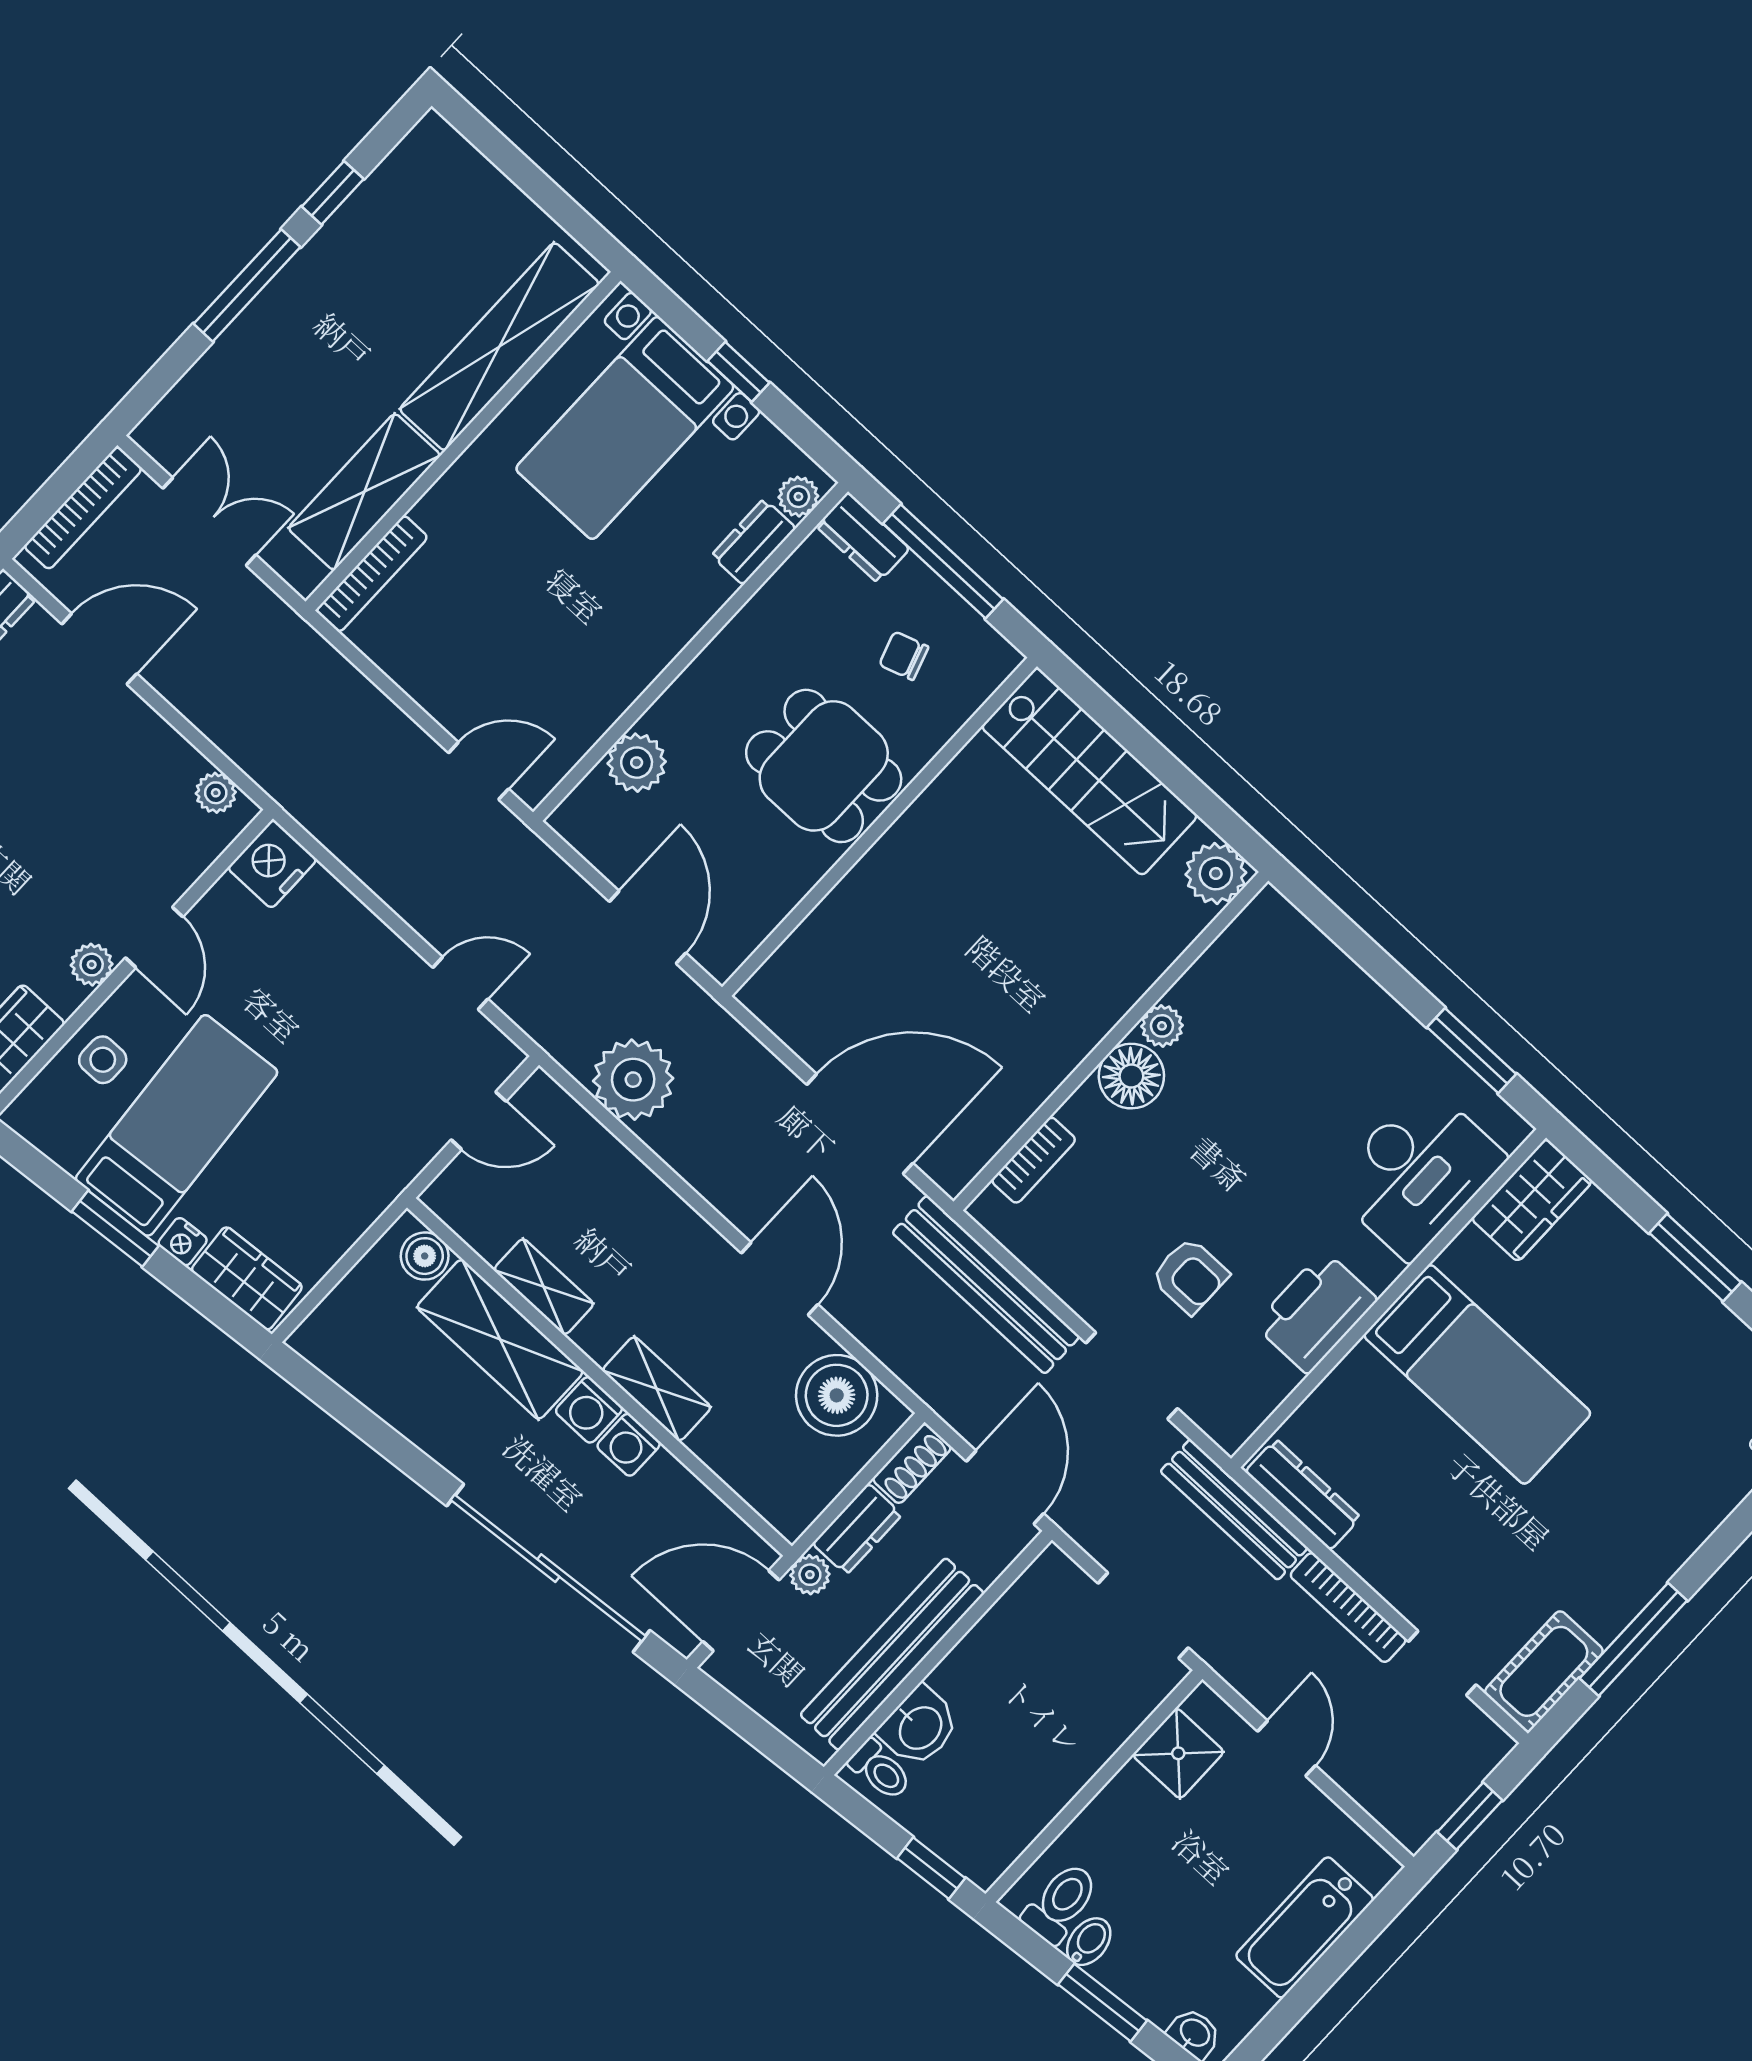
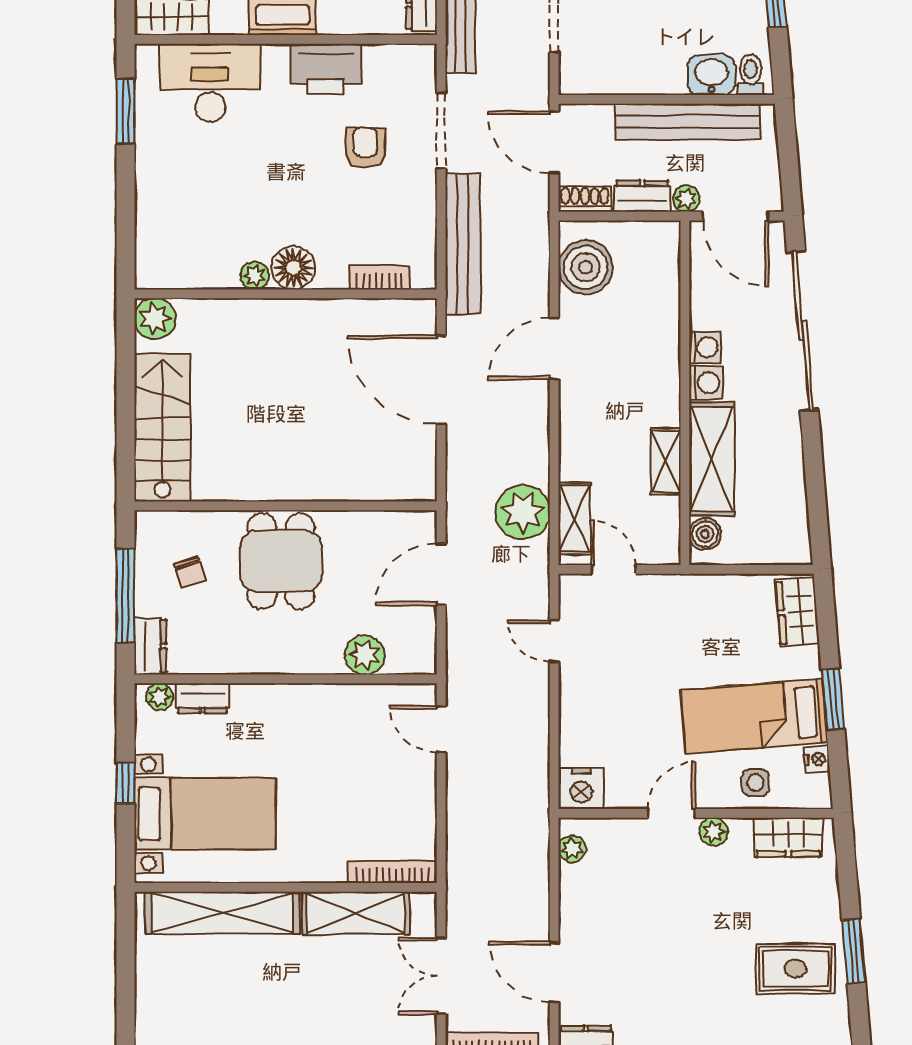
nightstand: (183, 1242) -> (817, 759), moved
shelving: (657, 1389) -> (575, 518), moved
door: (1005, 1487) -> (554, 142), hinge flipped

